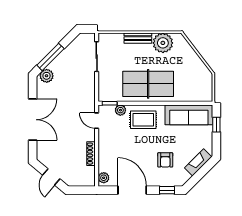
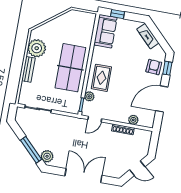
sofa: (189, 115) -> (105, 31), width x0.73
armchair: (165, 160) -> (154, 67), moved, turned -86
plant: (104, 178) -> (133, 120), moved

